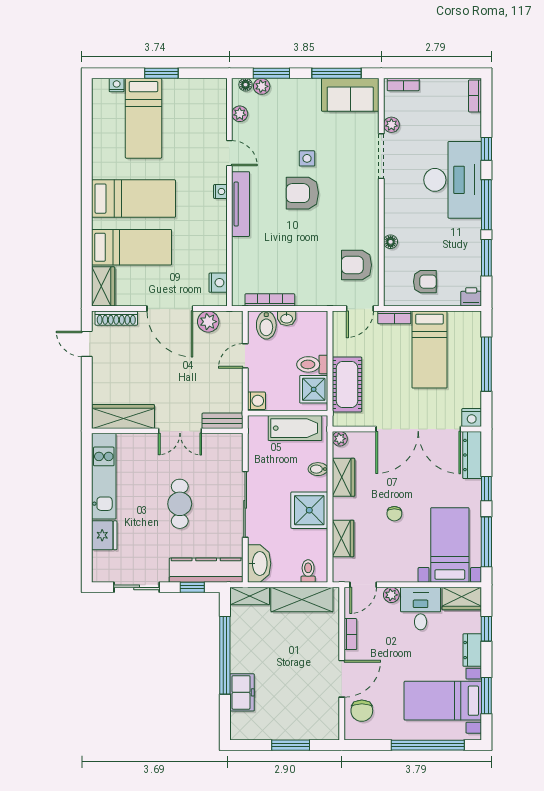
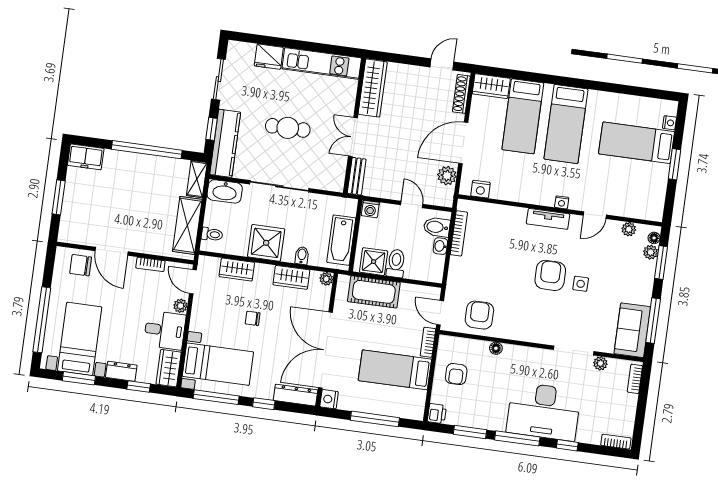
tv unit: (241, 204) -> (548, 219), width x0.71
freezer: (242, 692) -> (86, 157), moved

